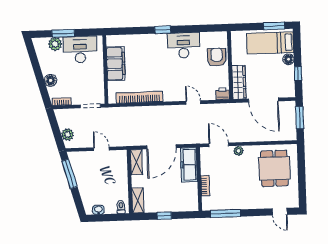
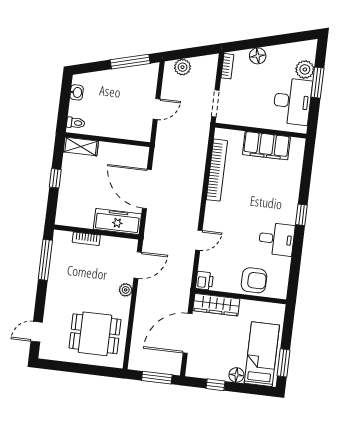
desk: (184, 45) -> (277, 239), width x0.73
shelving: (137, 162) -> (132, 153), removed

